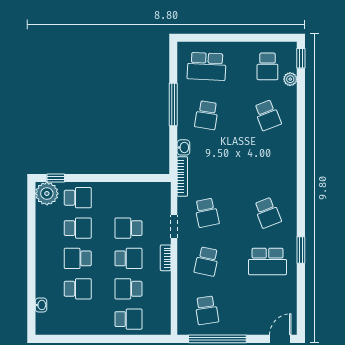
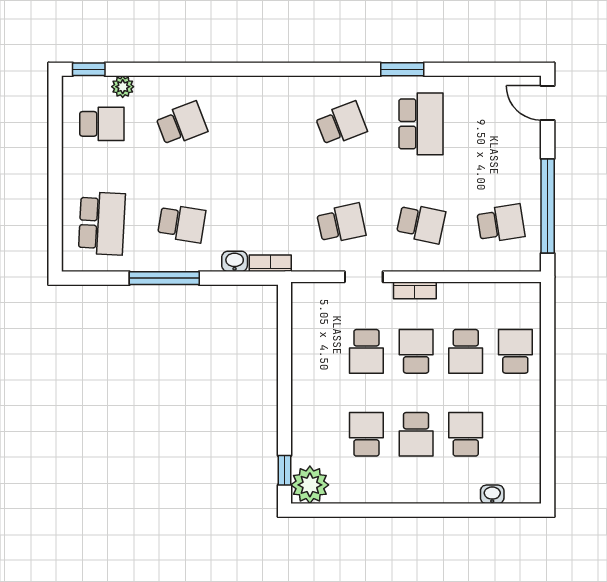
bookcase: (182, 176) -> (270, 263), width x0.64
school desk: (78, 198) -> (317, 434), removed

